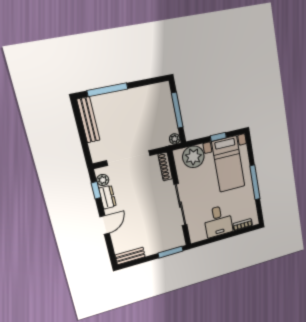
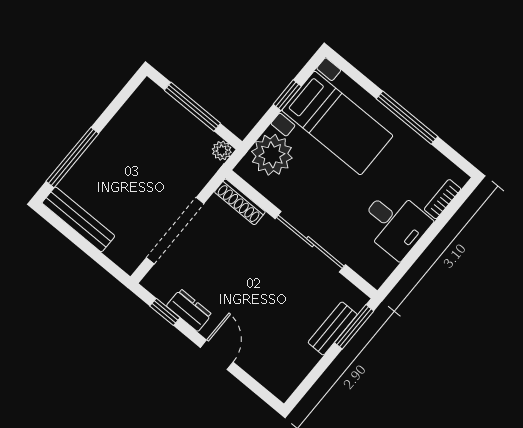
plant: (103, 180) -> (163, 290), removed
bench: (130, 256) -> (333, 328), moved

